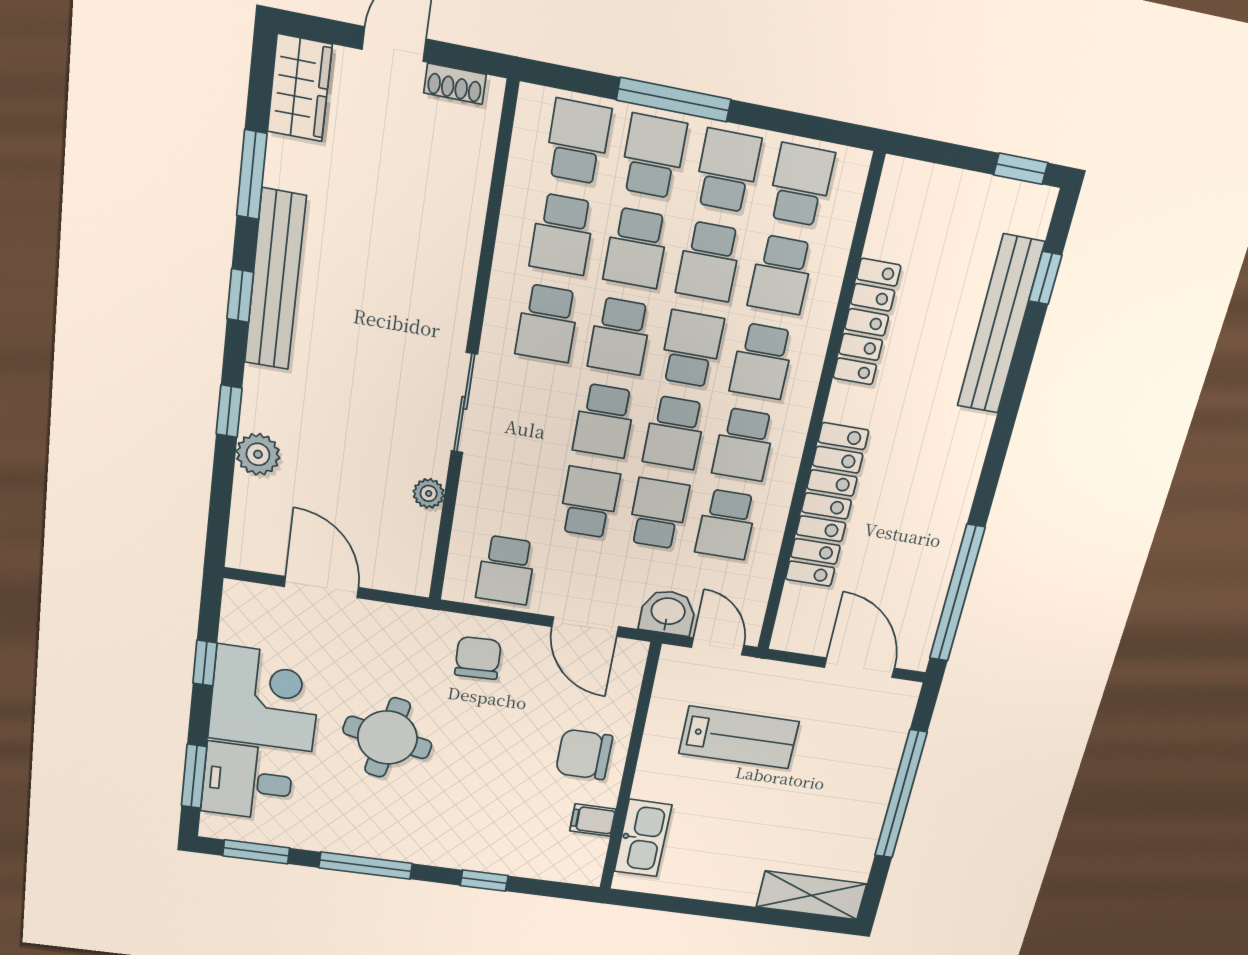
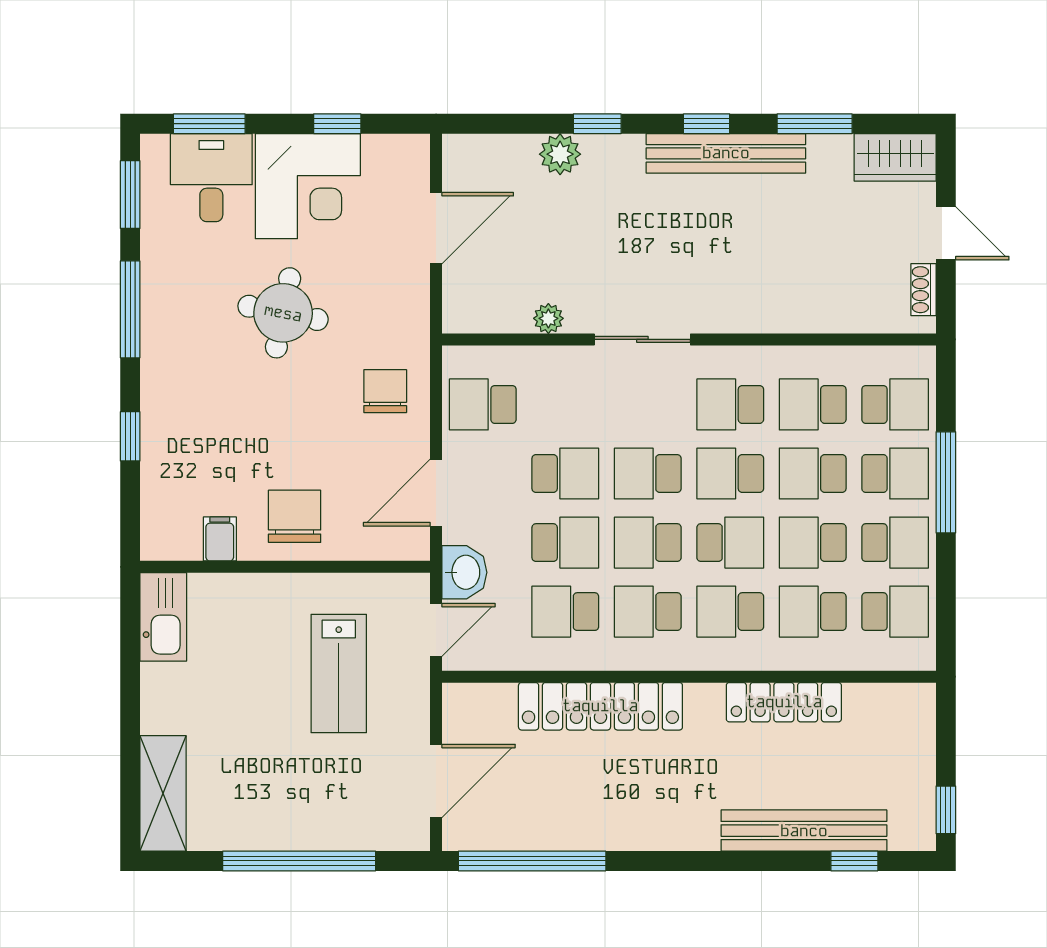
chair: (478, 658) -> (385, 391), turned -88
kitchen sink: (643, 838) -> (163, 617), moved, turned -90

